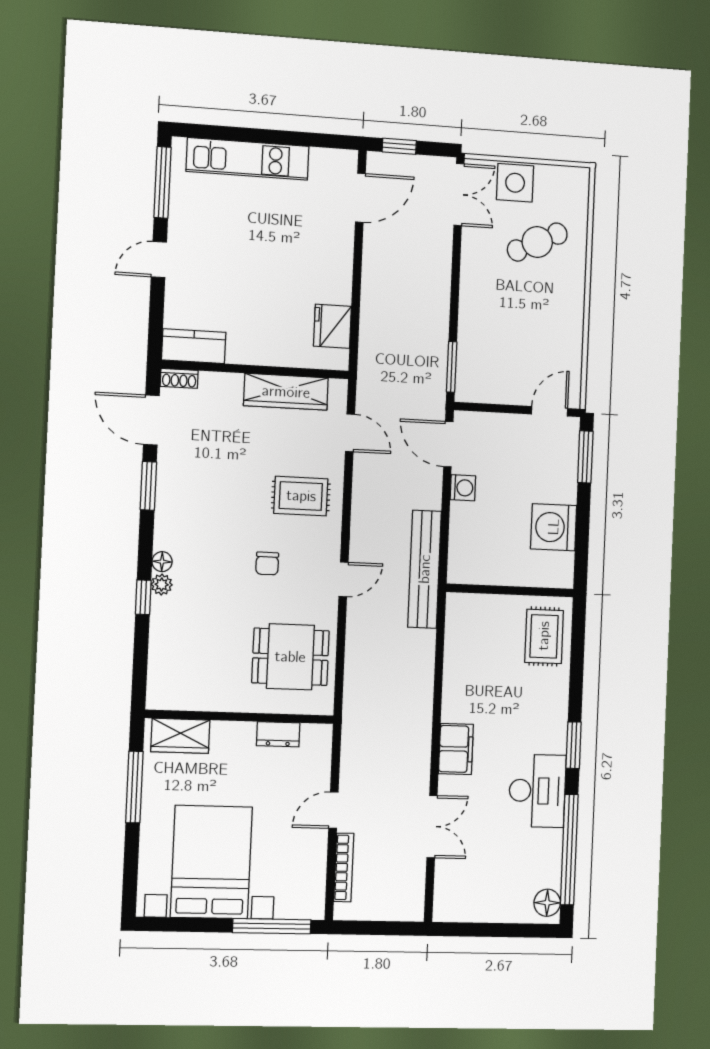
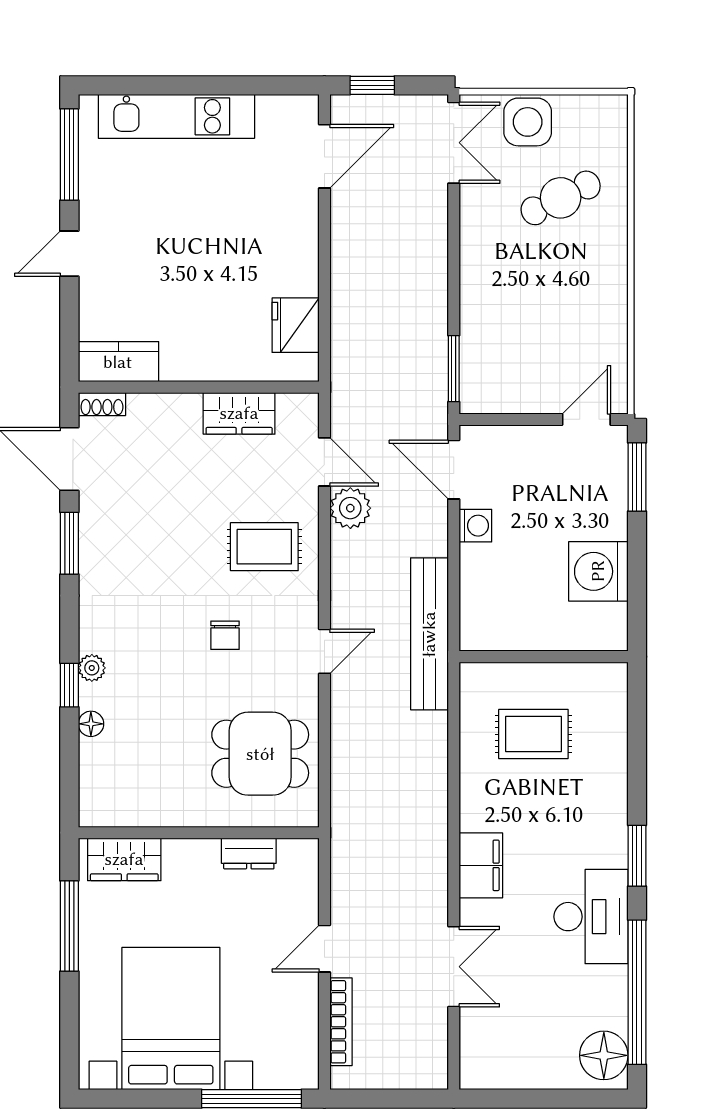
wardrobe: (286, 392) -> (239, 413), width x0.67
plant: (368, 470) -> (350, 508), added
floor lamp: (162, 562) -> (91, 724), moved
rug: (544, 636) -> (533, 734), moved, turned 90
floor lamp: (547, 903) -> (604, 1055), width x1.38, depth x1.38

